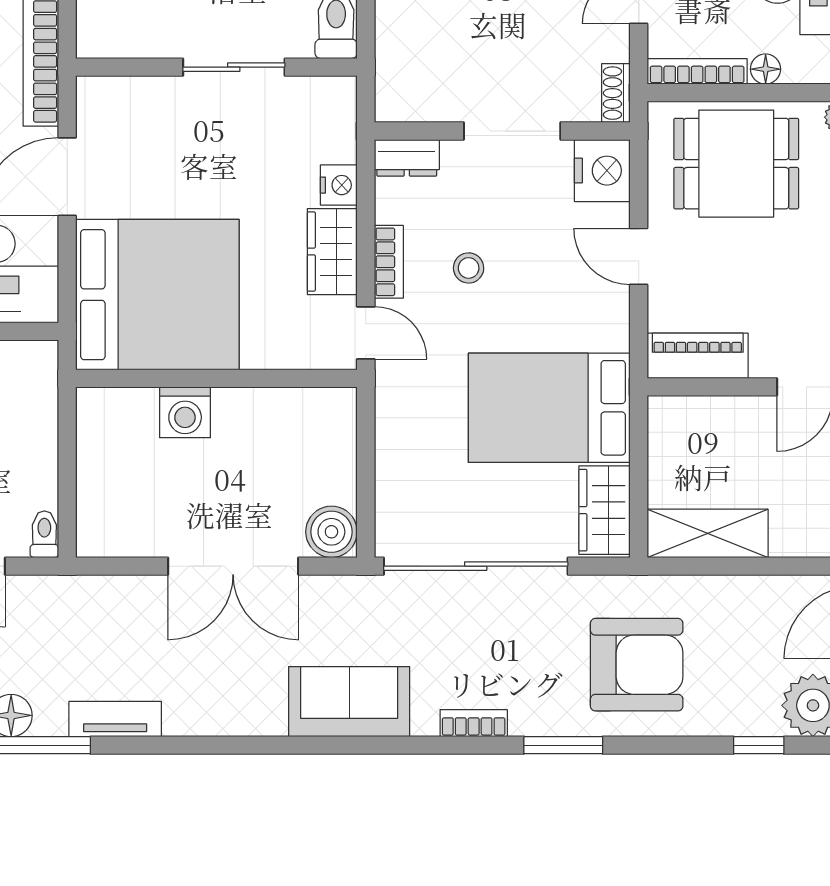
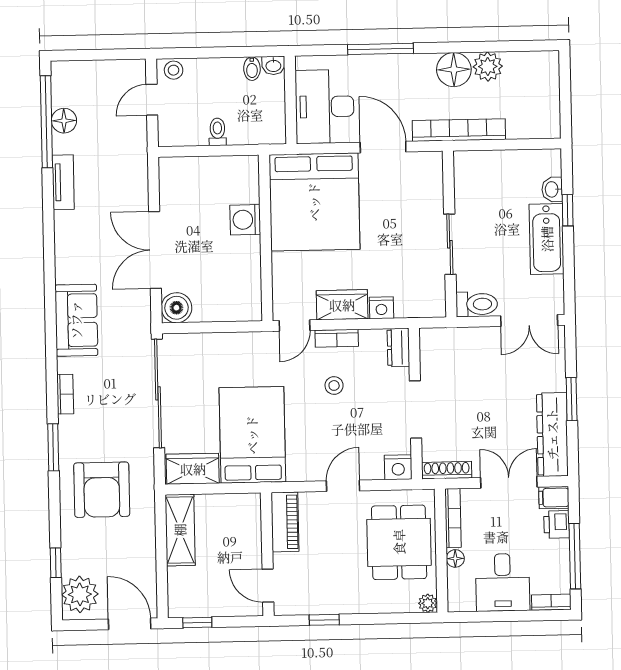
shoe rack: (616, 93) -> (447, 470), width x1.43
nightstand: (602, 171) -> (398, 467), width x0.74, depth x0.75
toilet: (44, 534) -> (217, 132), moved, turned -90

